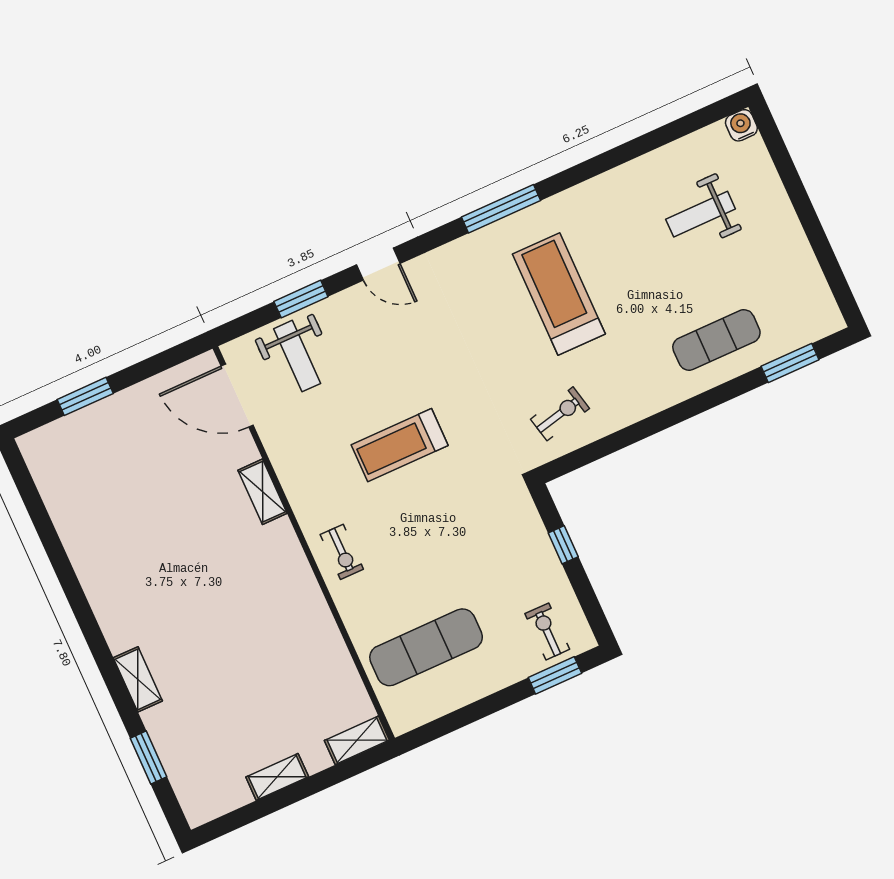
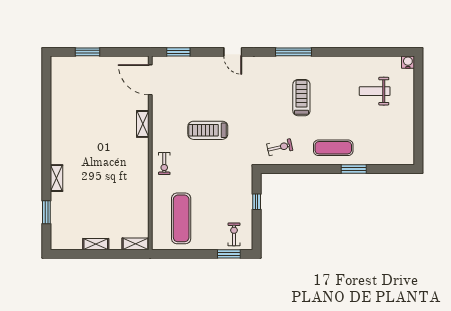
treadmill: (559, 294) -> (301, 98), width x0.73, depth x0.73
window: (301, 299) -> (178, 52), moved
exercise mat: (716, 340) -> (333, 148), moved
weight bench: (297, 356) -> (182, 75), removed
window: (790, 363) -> (354, 169), moved
exercise mat: (426, 647) -> (181, 218), turned 90

